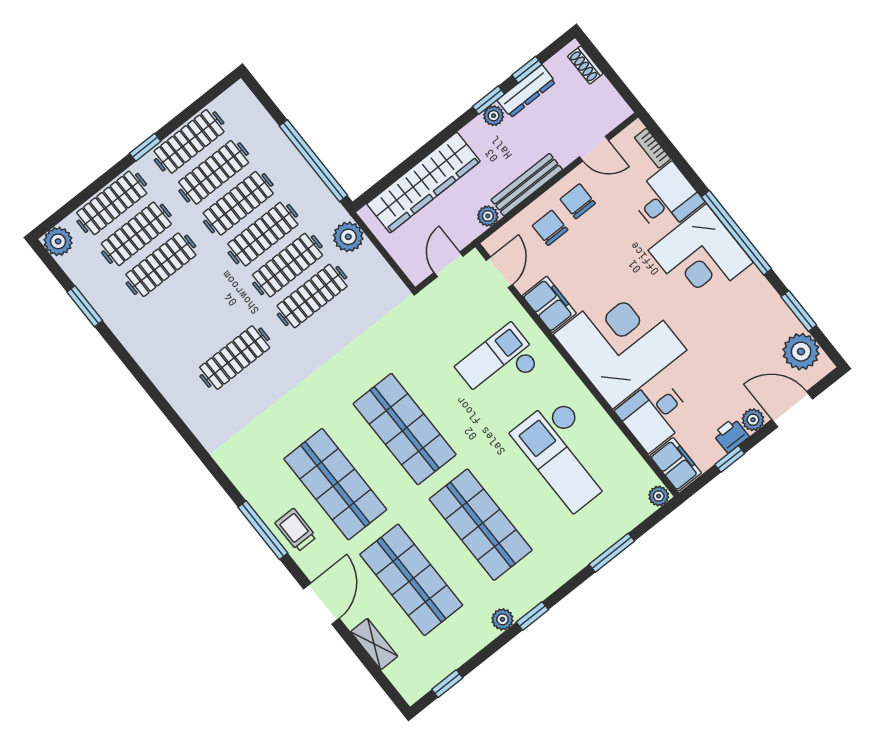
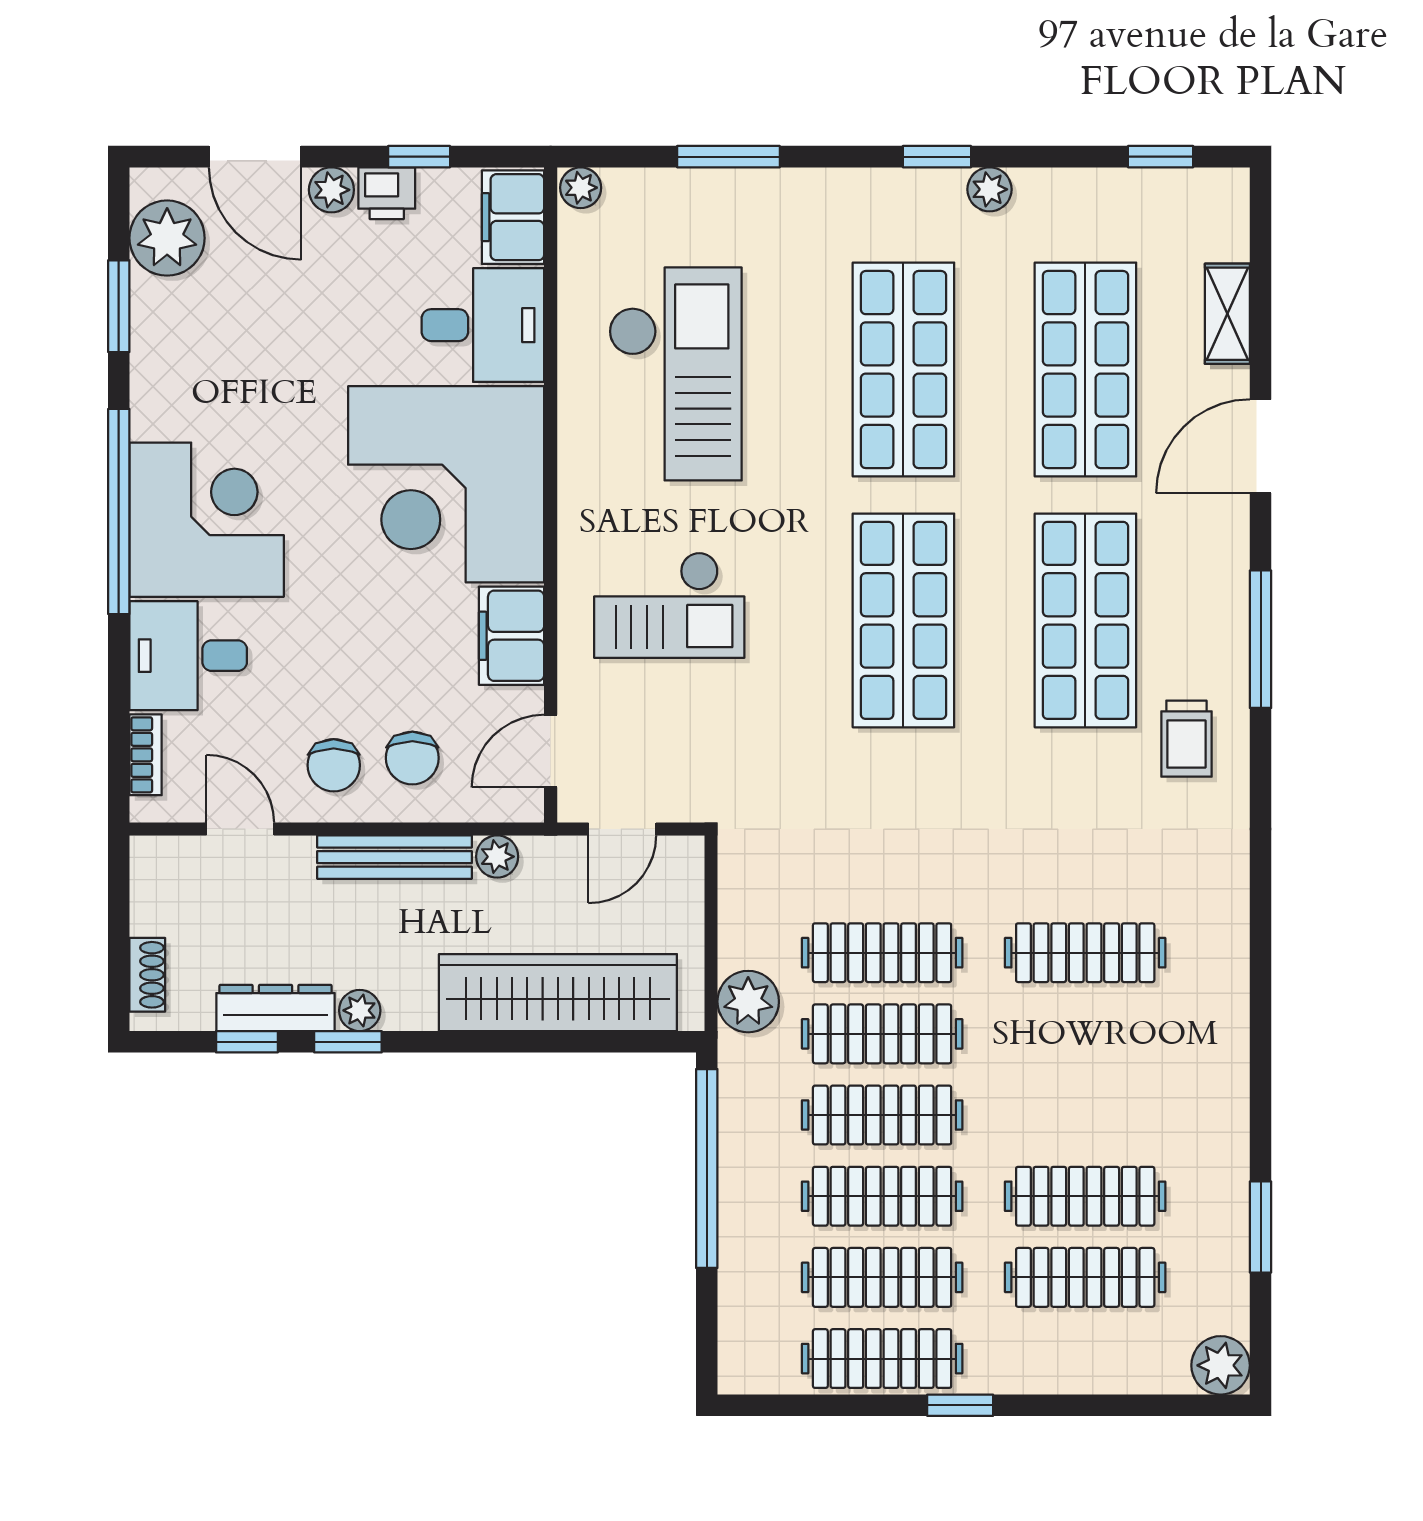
clothes rail: (112, 203) -> (1085, 1359), removed
trolley: (296, 530) -> (1186, 739), moved

